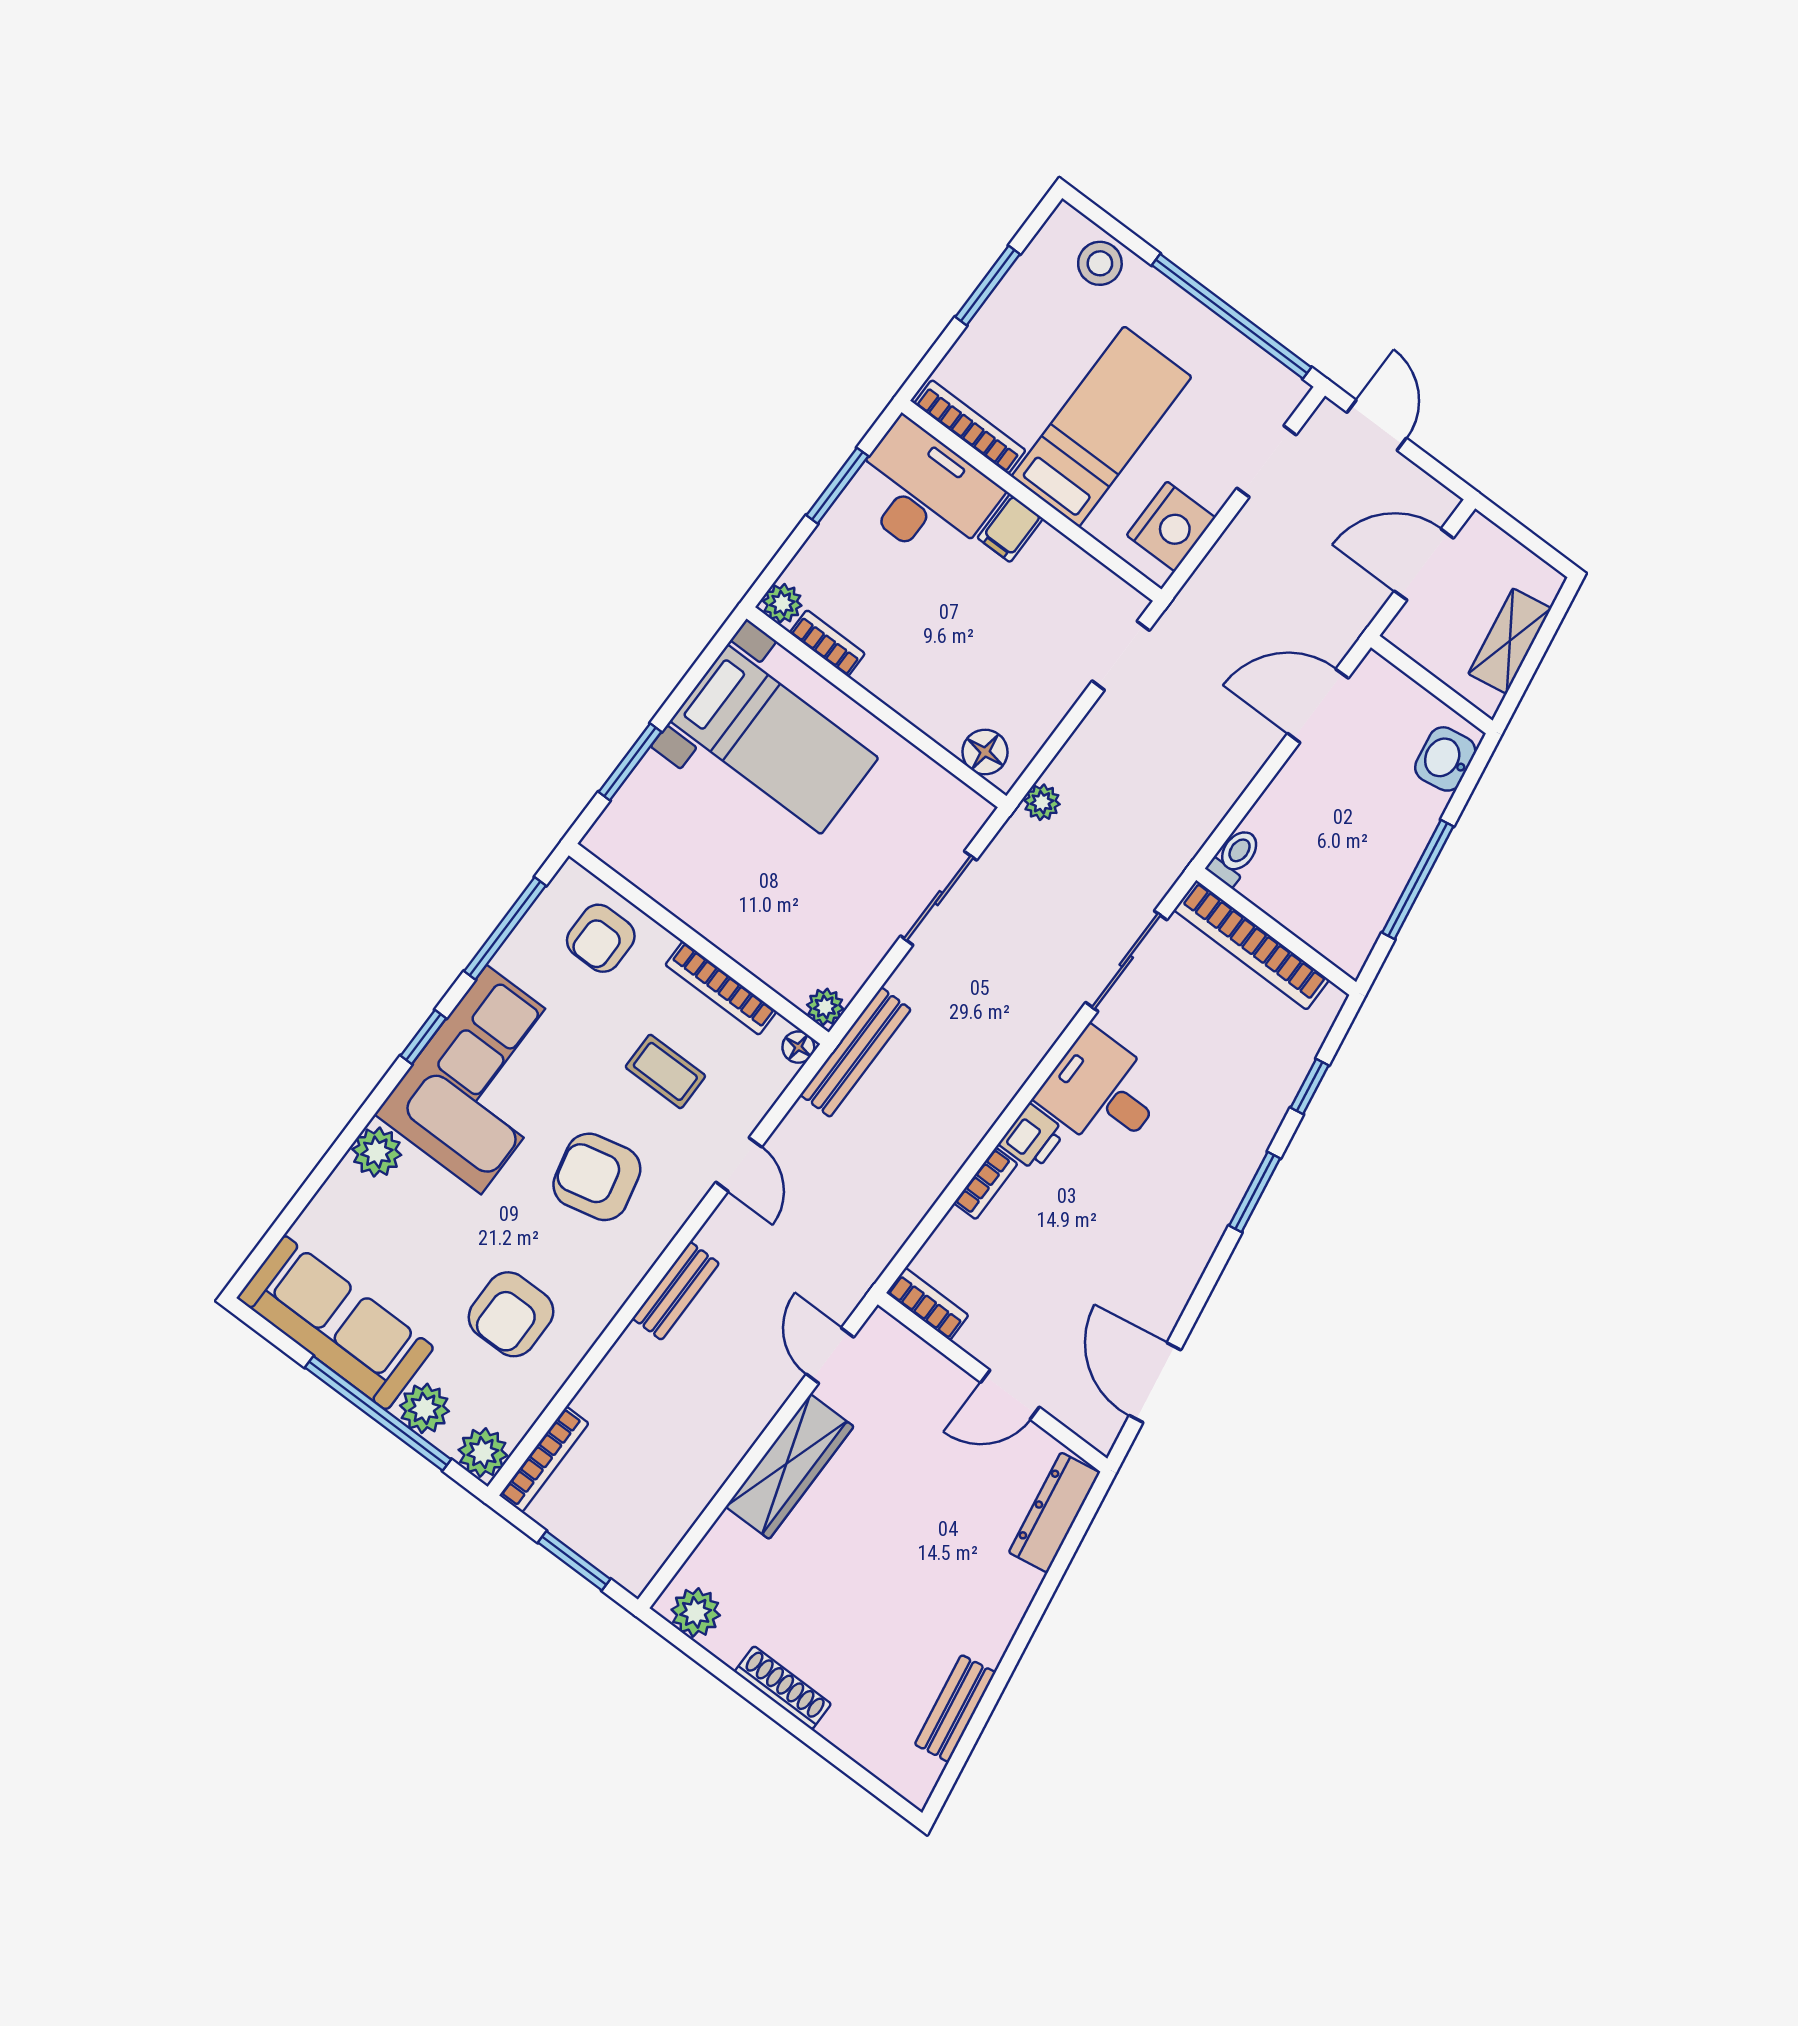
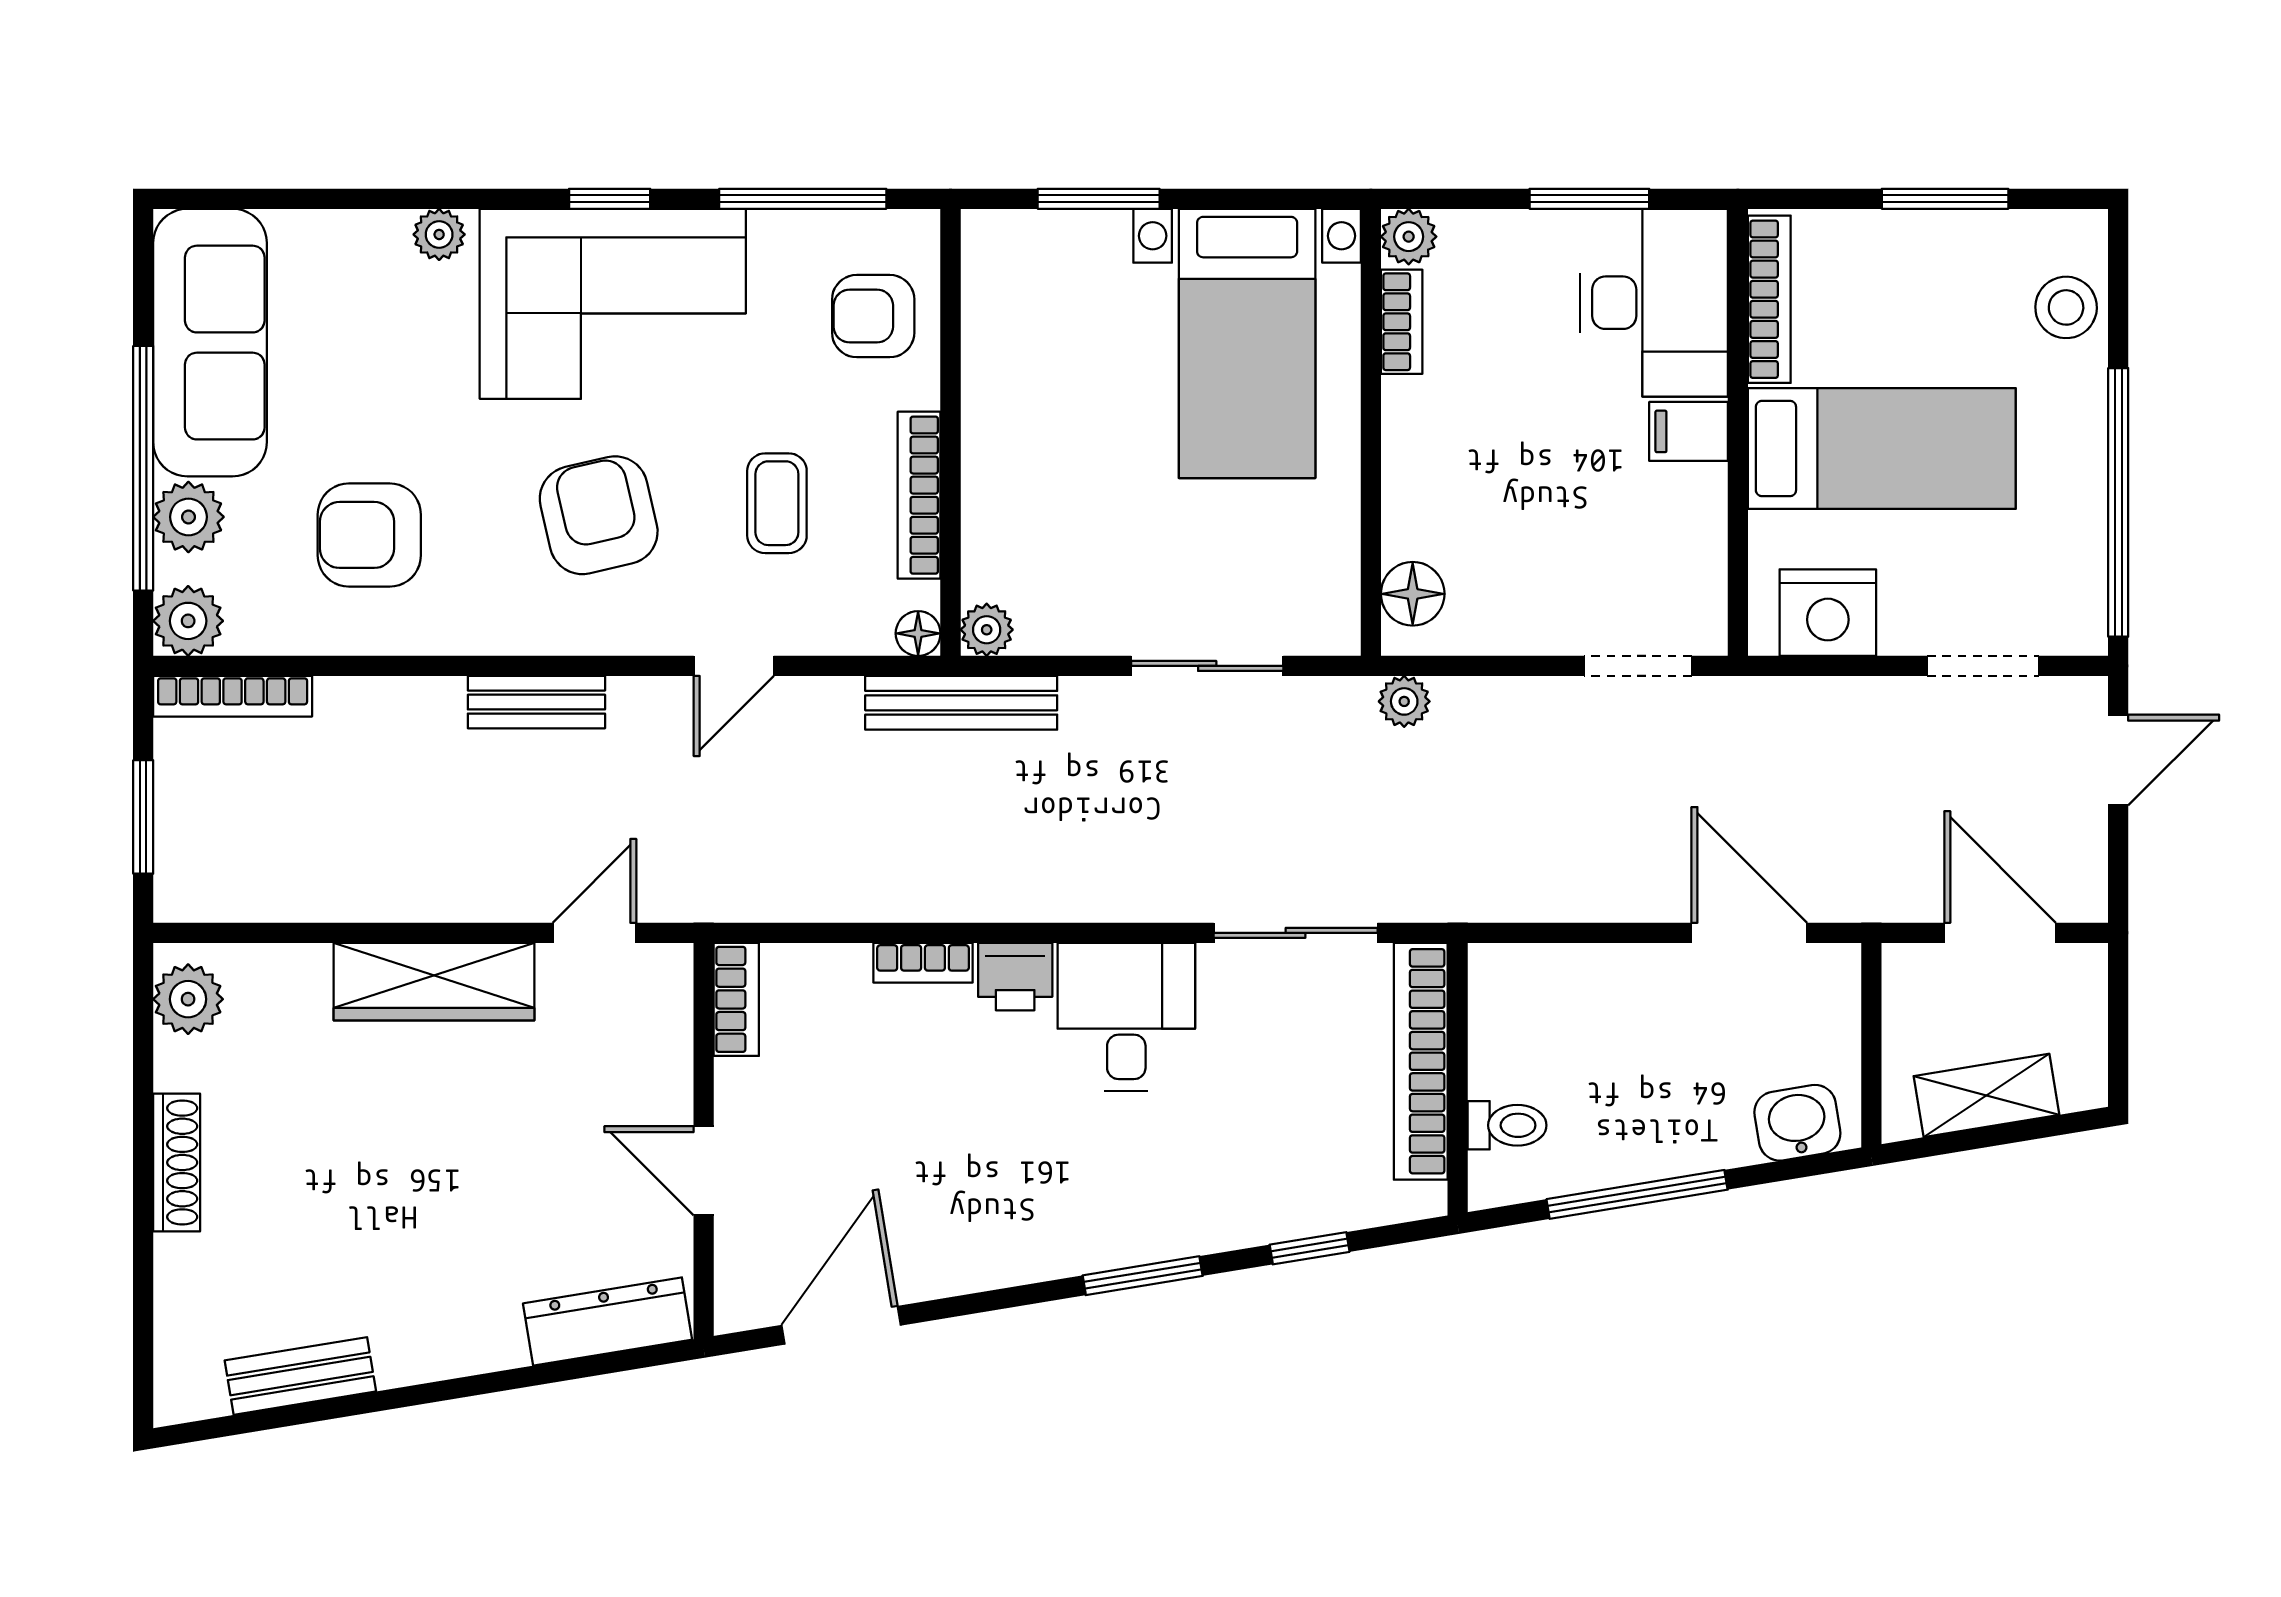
toilet: (1235, 857) -> (1507, 1125), moved
plant: (377, 1152) -> (439, 234), width x0.73, depth x0.73

